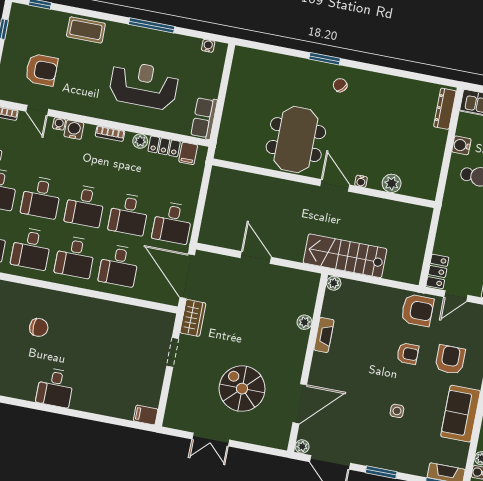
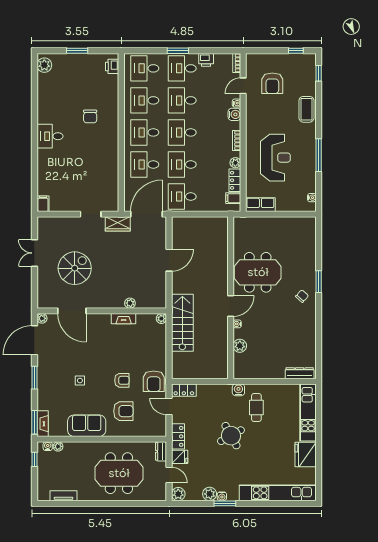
water cooler: (461, 145) -> (238, 390), moved
armchair: (408, 354) -> (122, 380), turned -90

